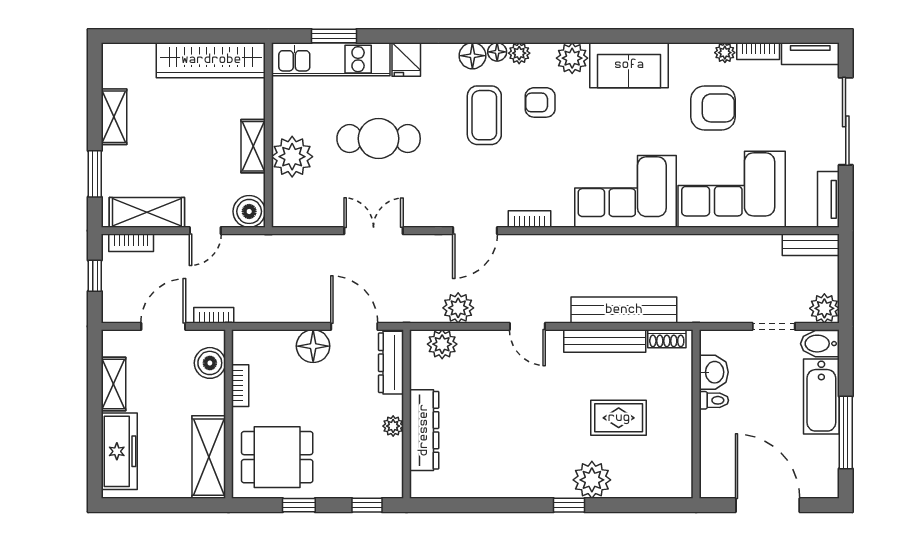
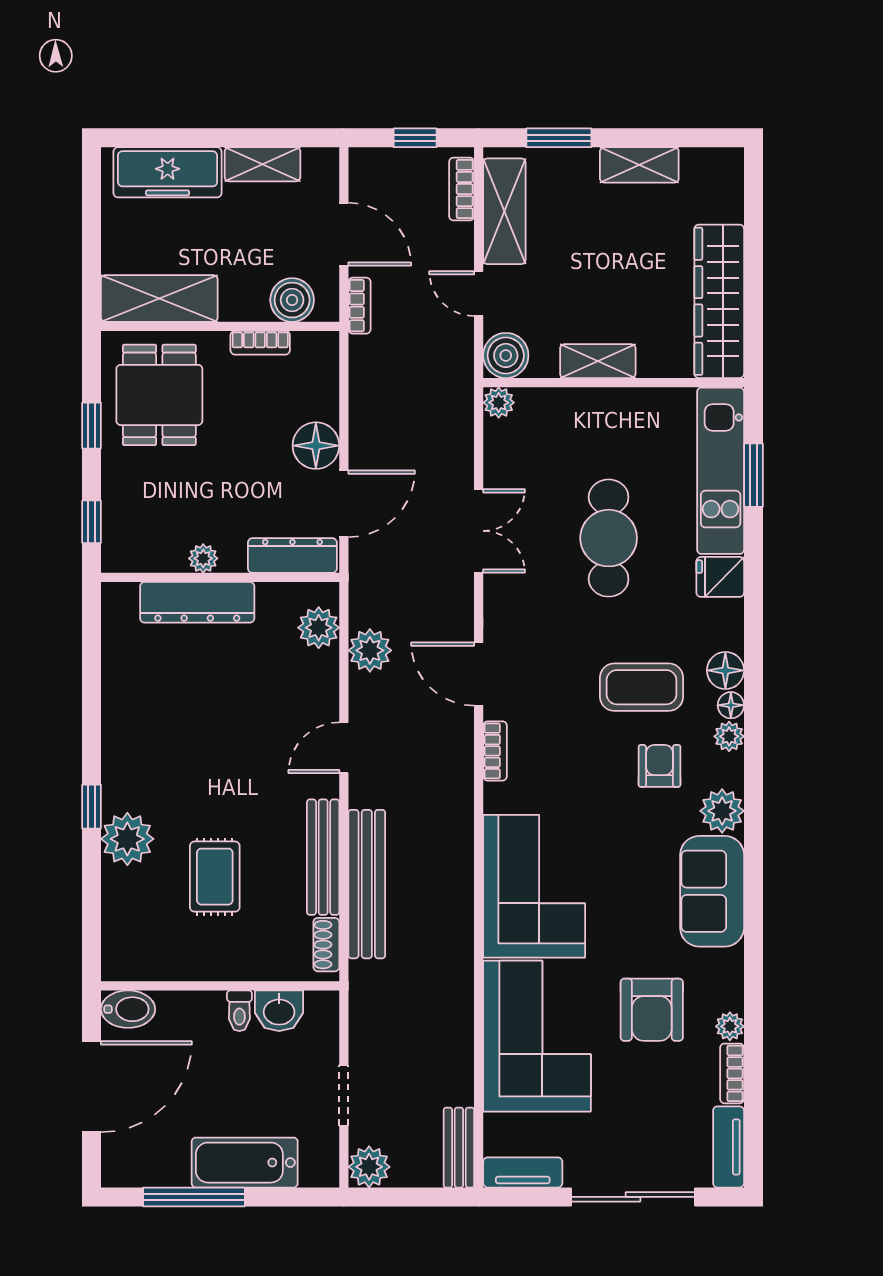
plant: (292, 157) -> (499, 403), moved, width x0.53, depth x0.53
bidet: (820, 344) -> (128, 1009), moved, turned 90

